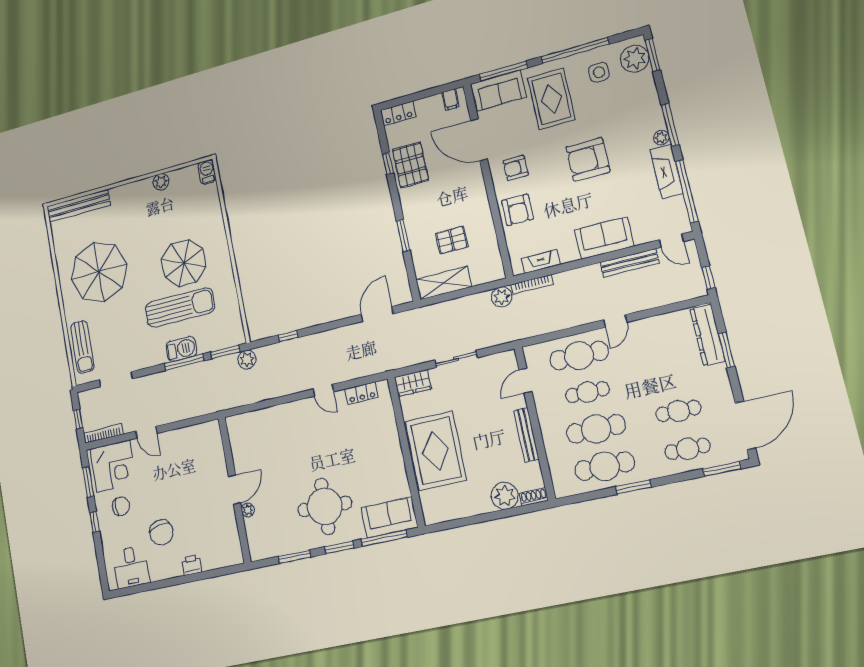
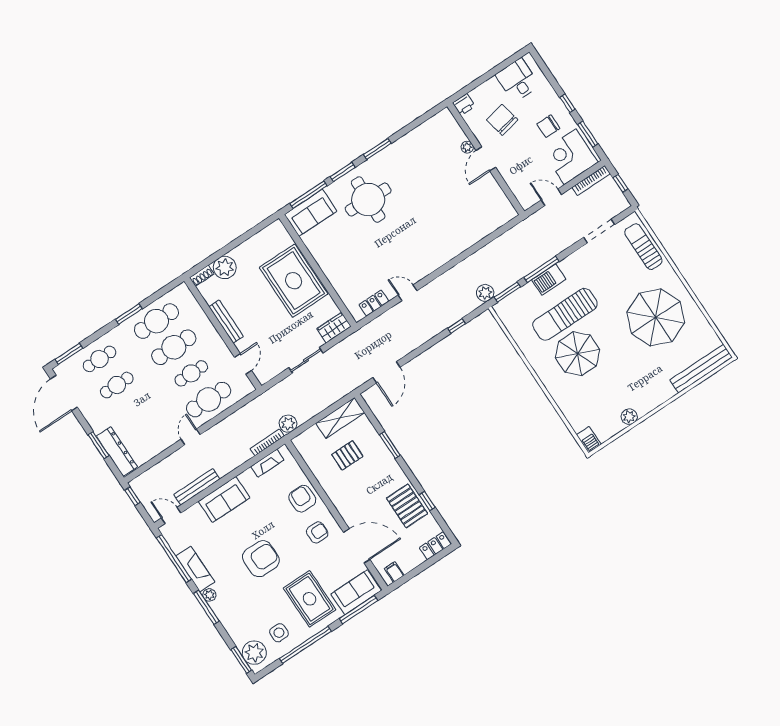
door: (234, 490) -> (486, 159), moved
wall: (234, 490) -> (486, 159), moved
plant: (248, 510) -> (467, 147), moved

